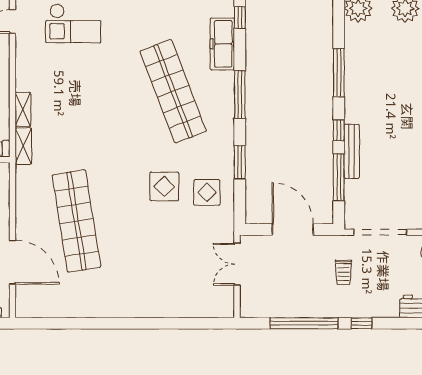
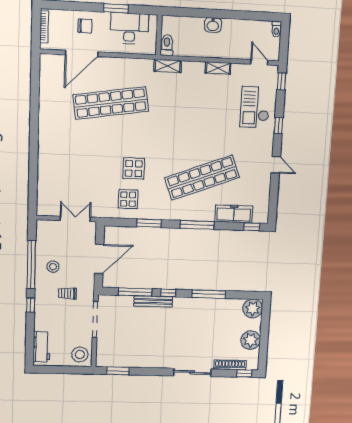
shelving: (23, 109) -> (218, 68), moved
stool: (306, 293) -> (53, 267), added

